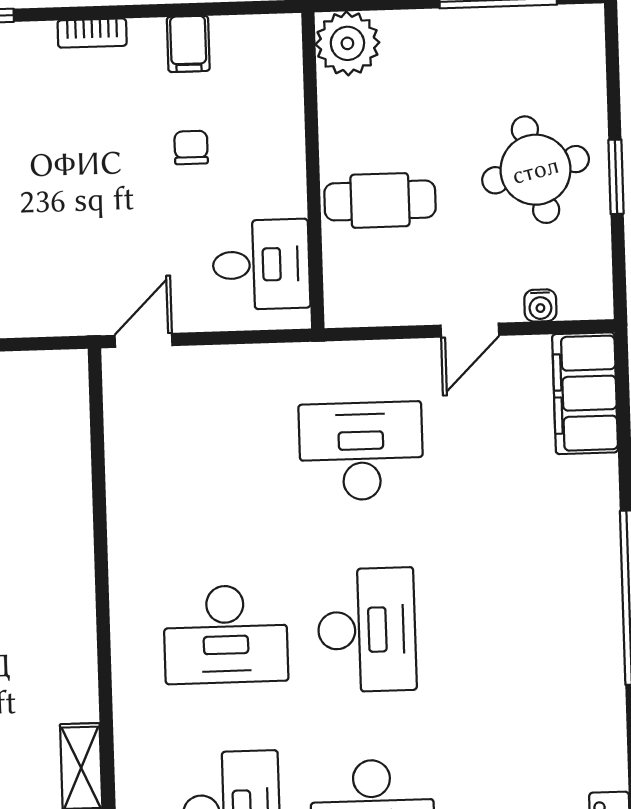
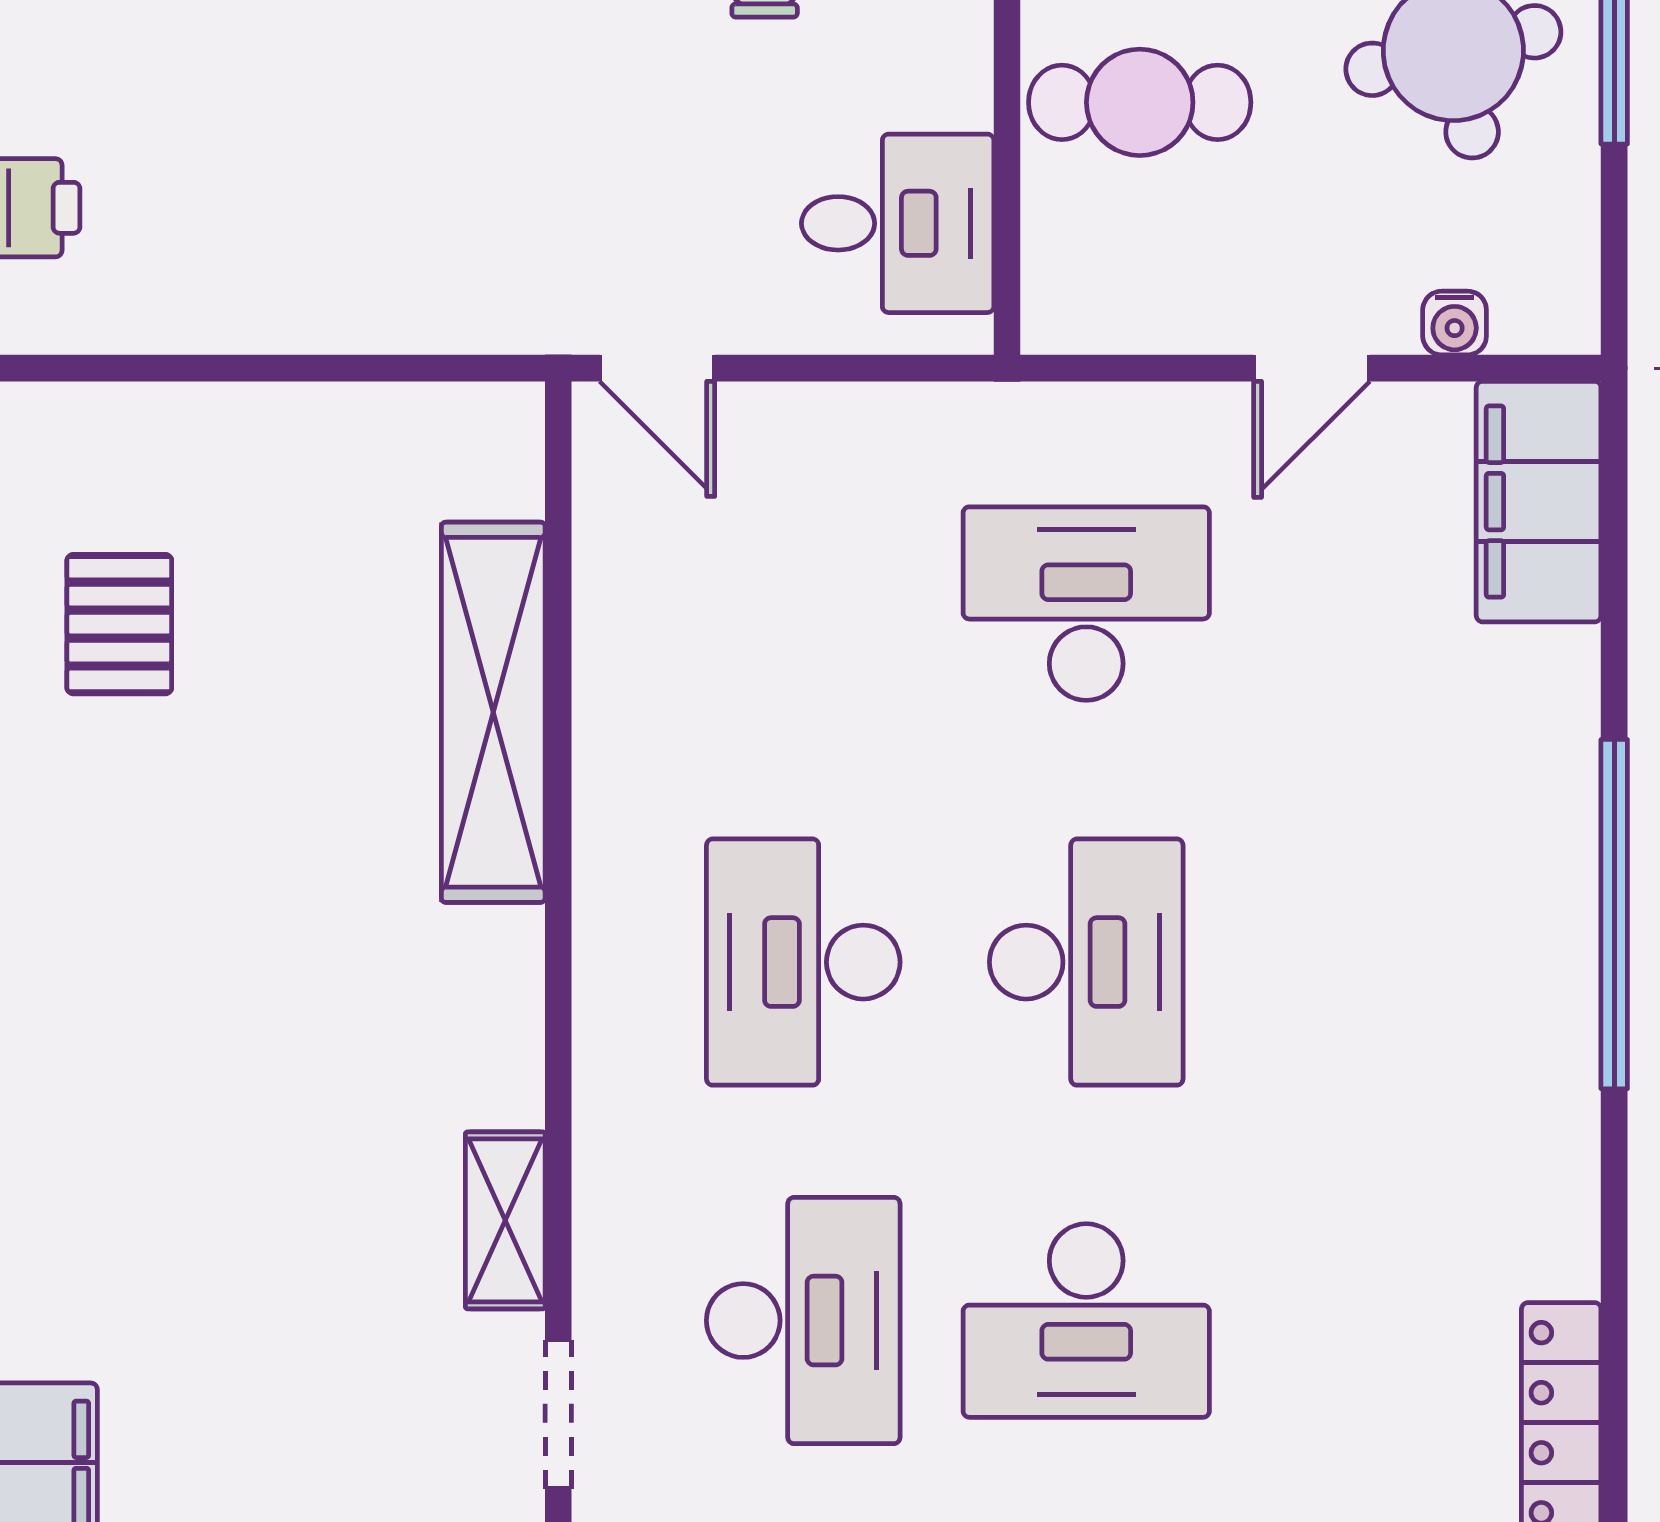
door: (144, 340) -> (657, 368), swing flipped
shelving: (67, 515) -> (493, 712), added
desk: (226, 634) -> (803, 962), turned 90

